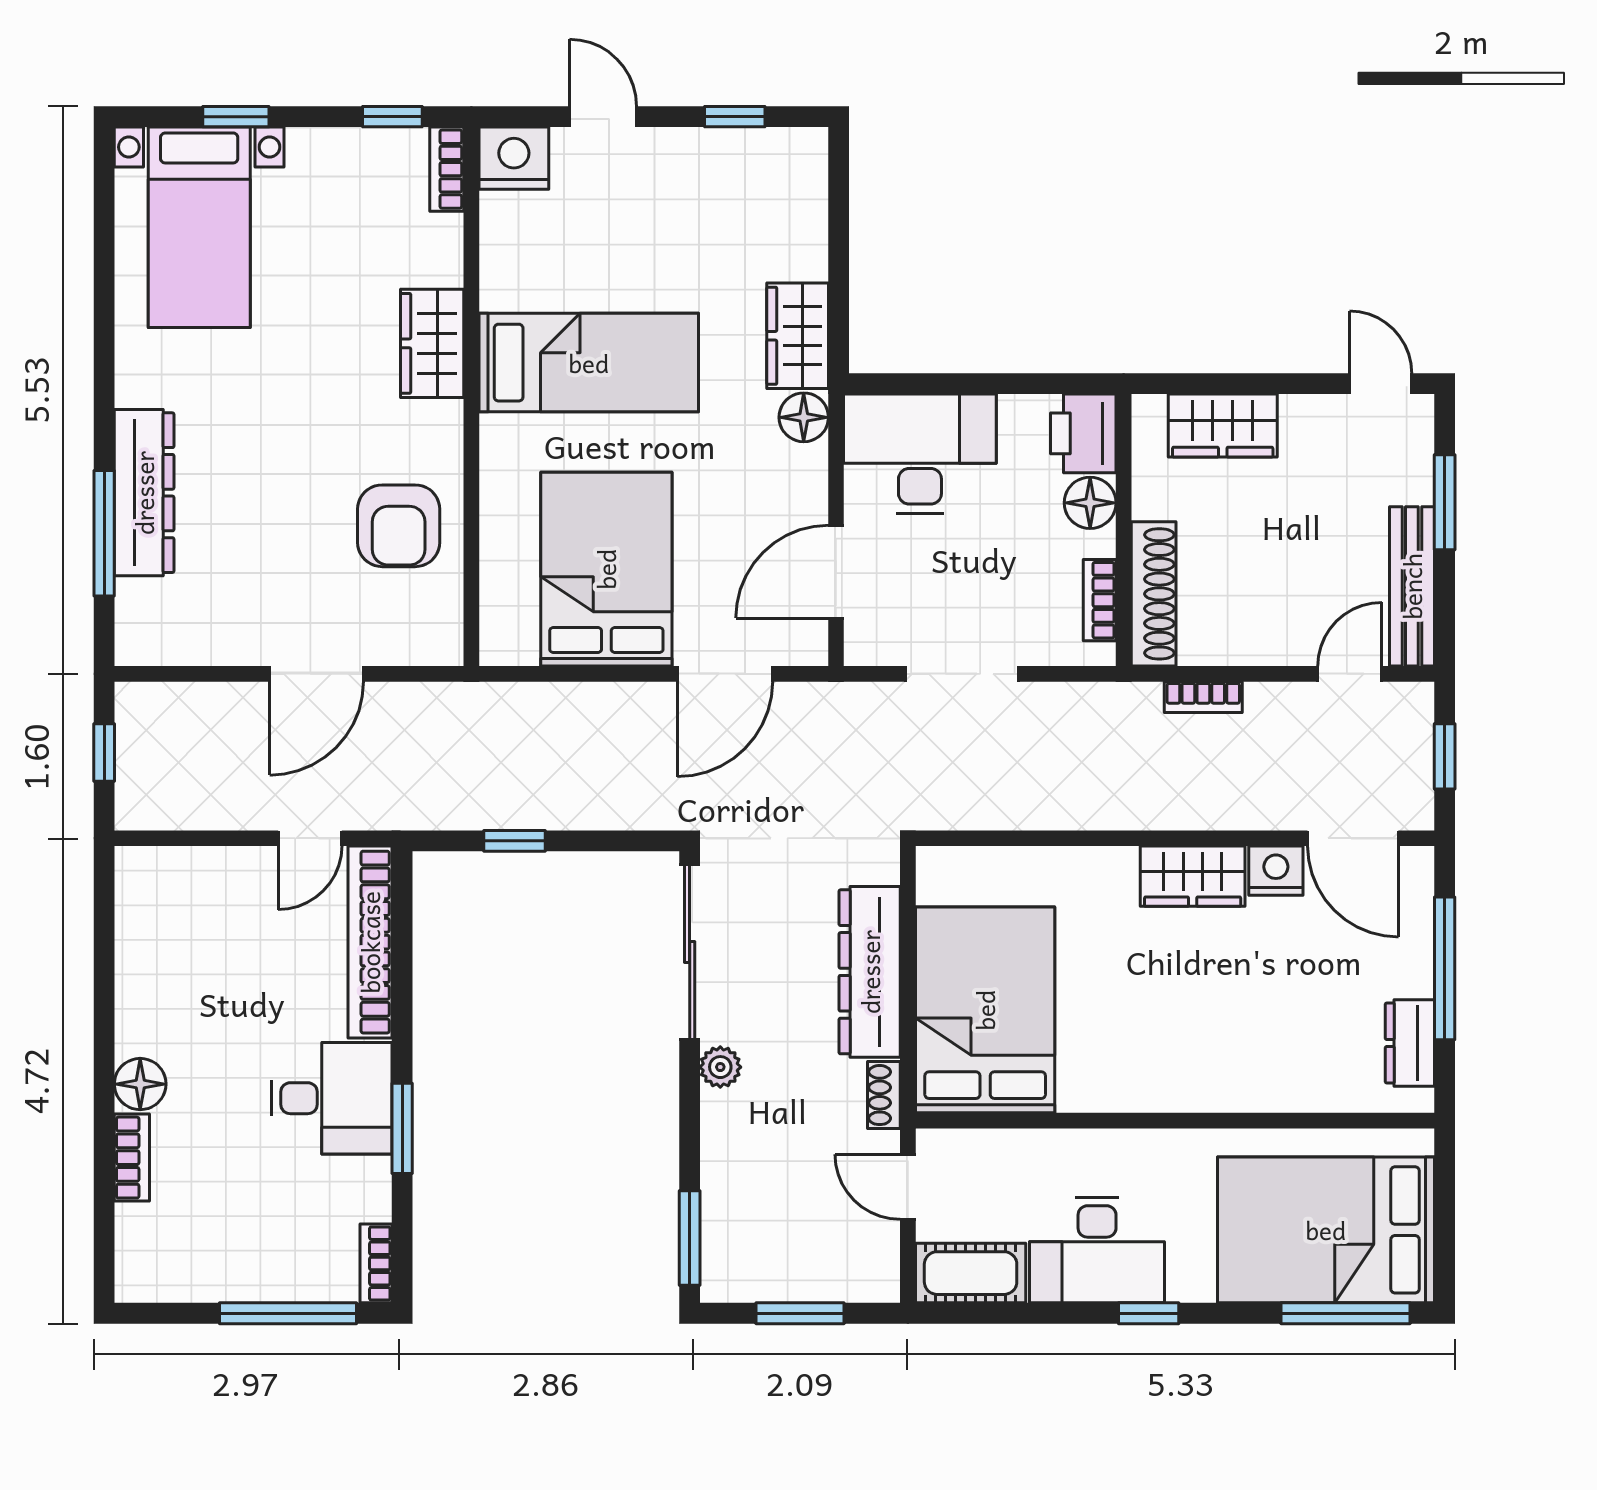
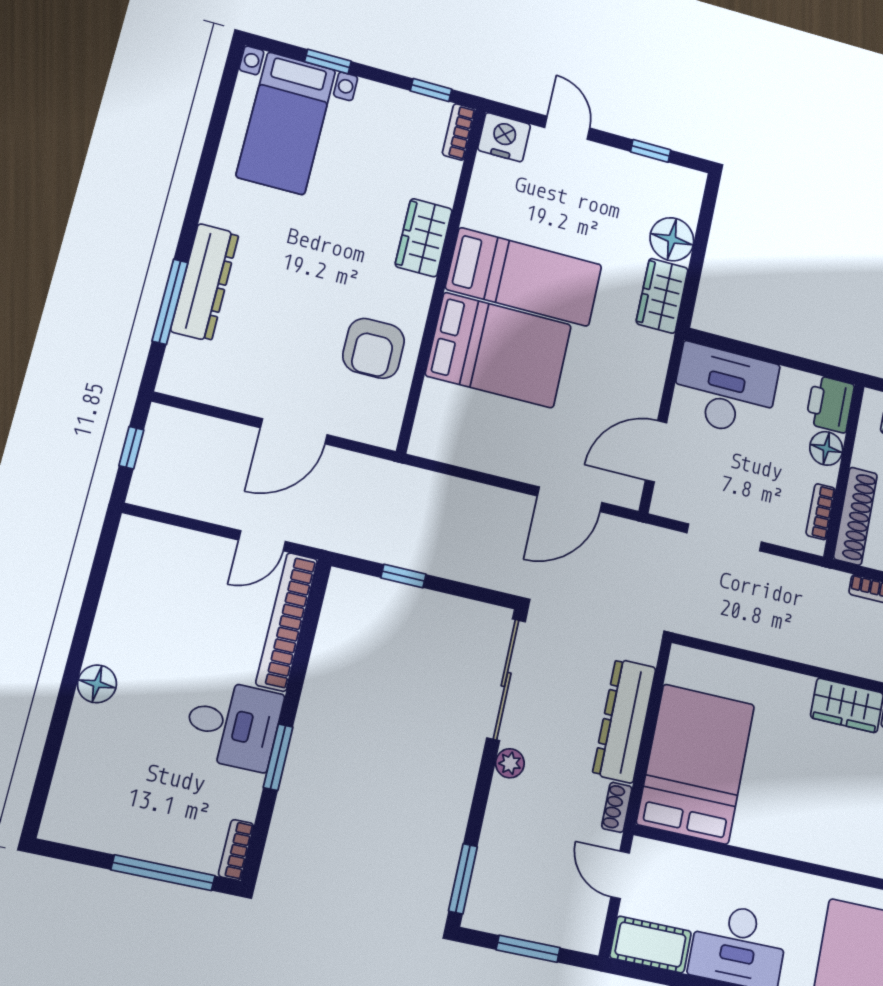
floor lamp: (804, 417) -> (672, 239), moved, width x1.38, depth x1.38
bed: (606, 569) -> (499, 350), moved, turned 90
bookcase: (132, 1158) -> (77, 735), removed

